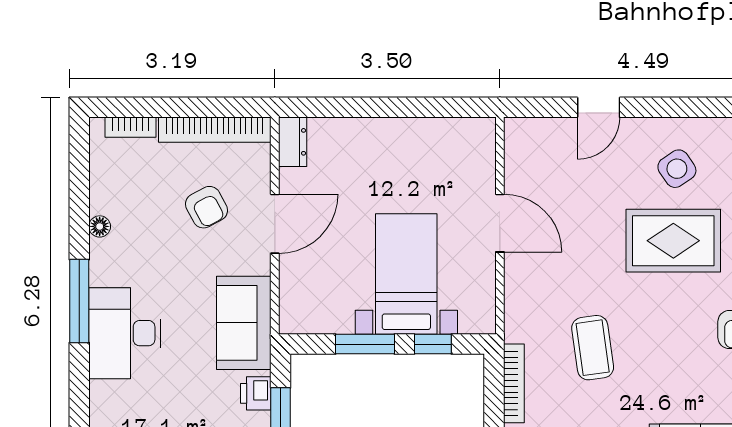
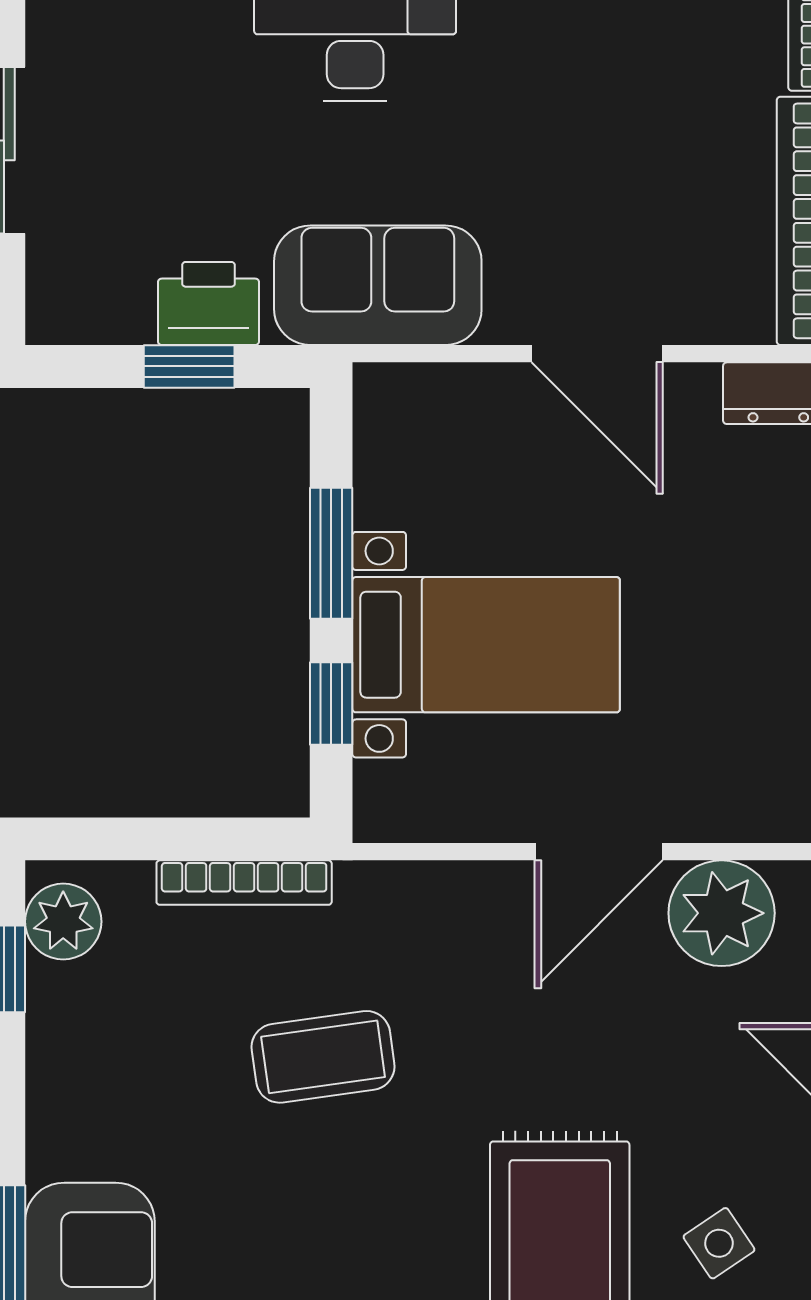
plant: (528, 168) -> (722, 913), added
side table: (677, 169) -> (719, 1243), width x0.73, depth x0.73
armchair: (206, 207) -> (634, 203), removed
printer: (256, 393) -> (209, 303), width x1.36, depth x1.24

